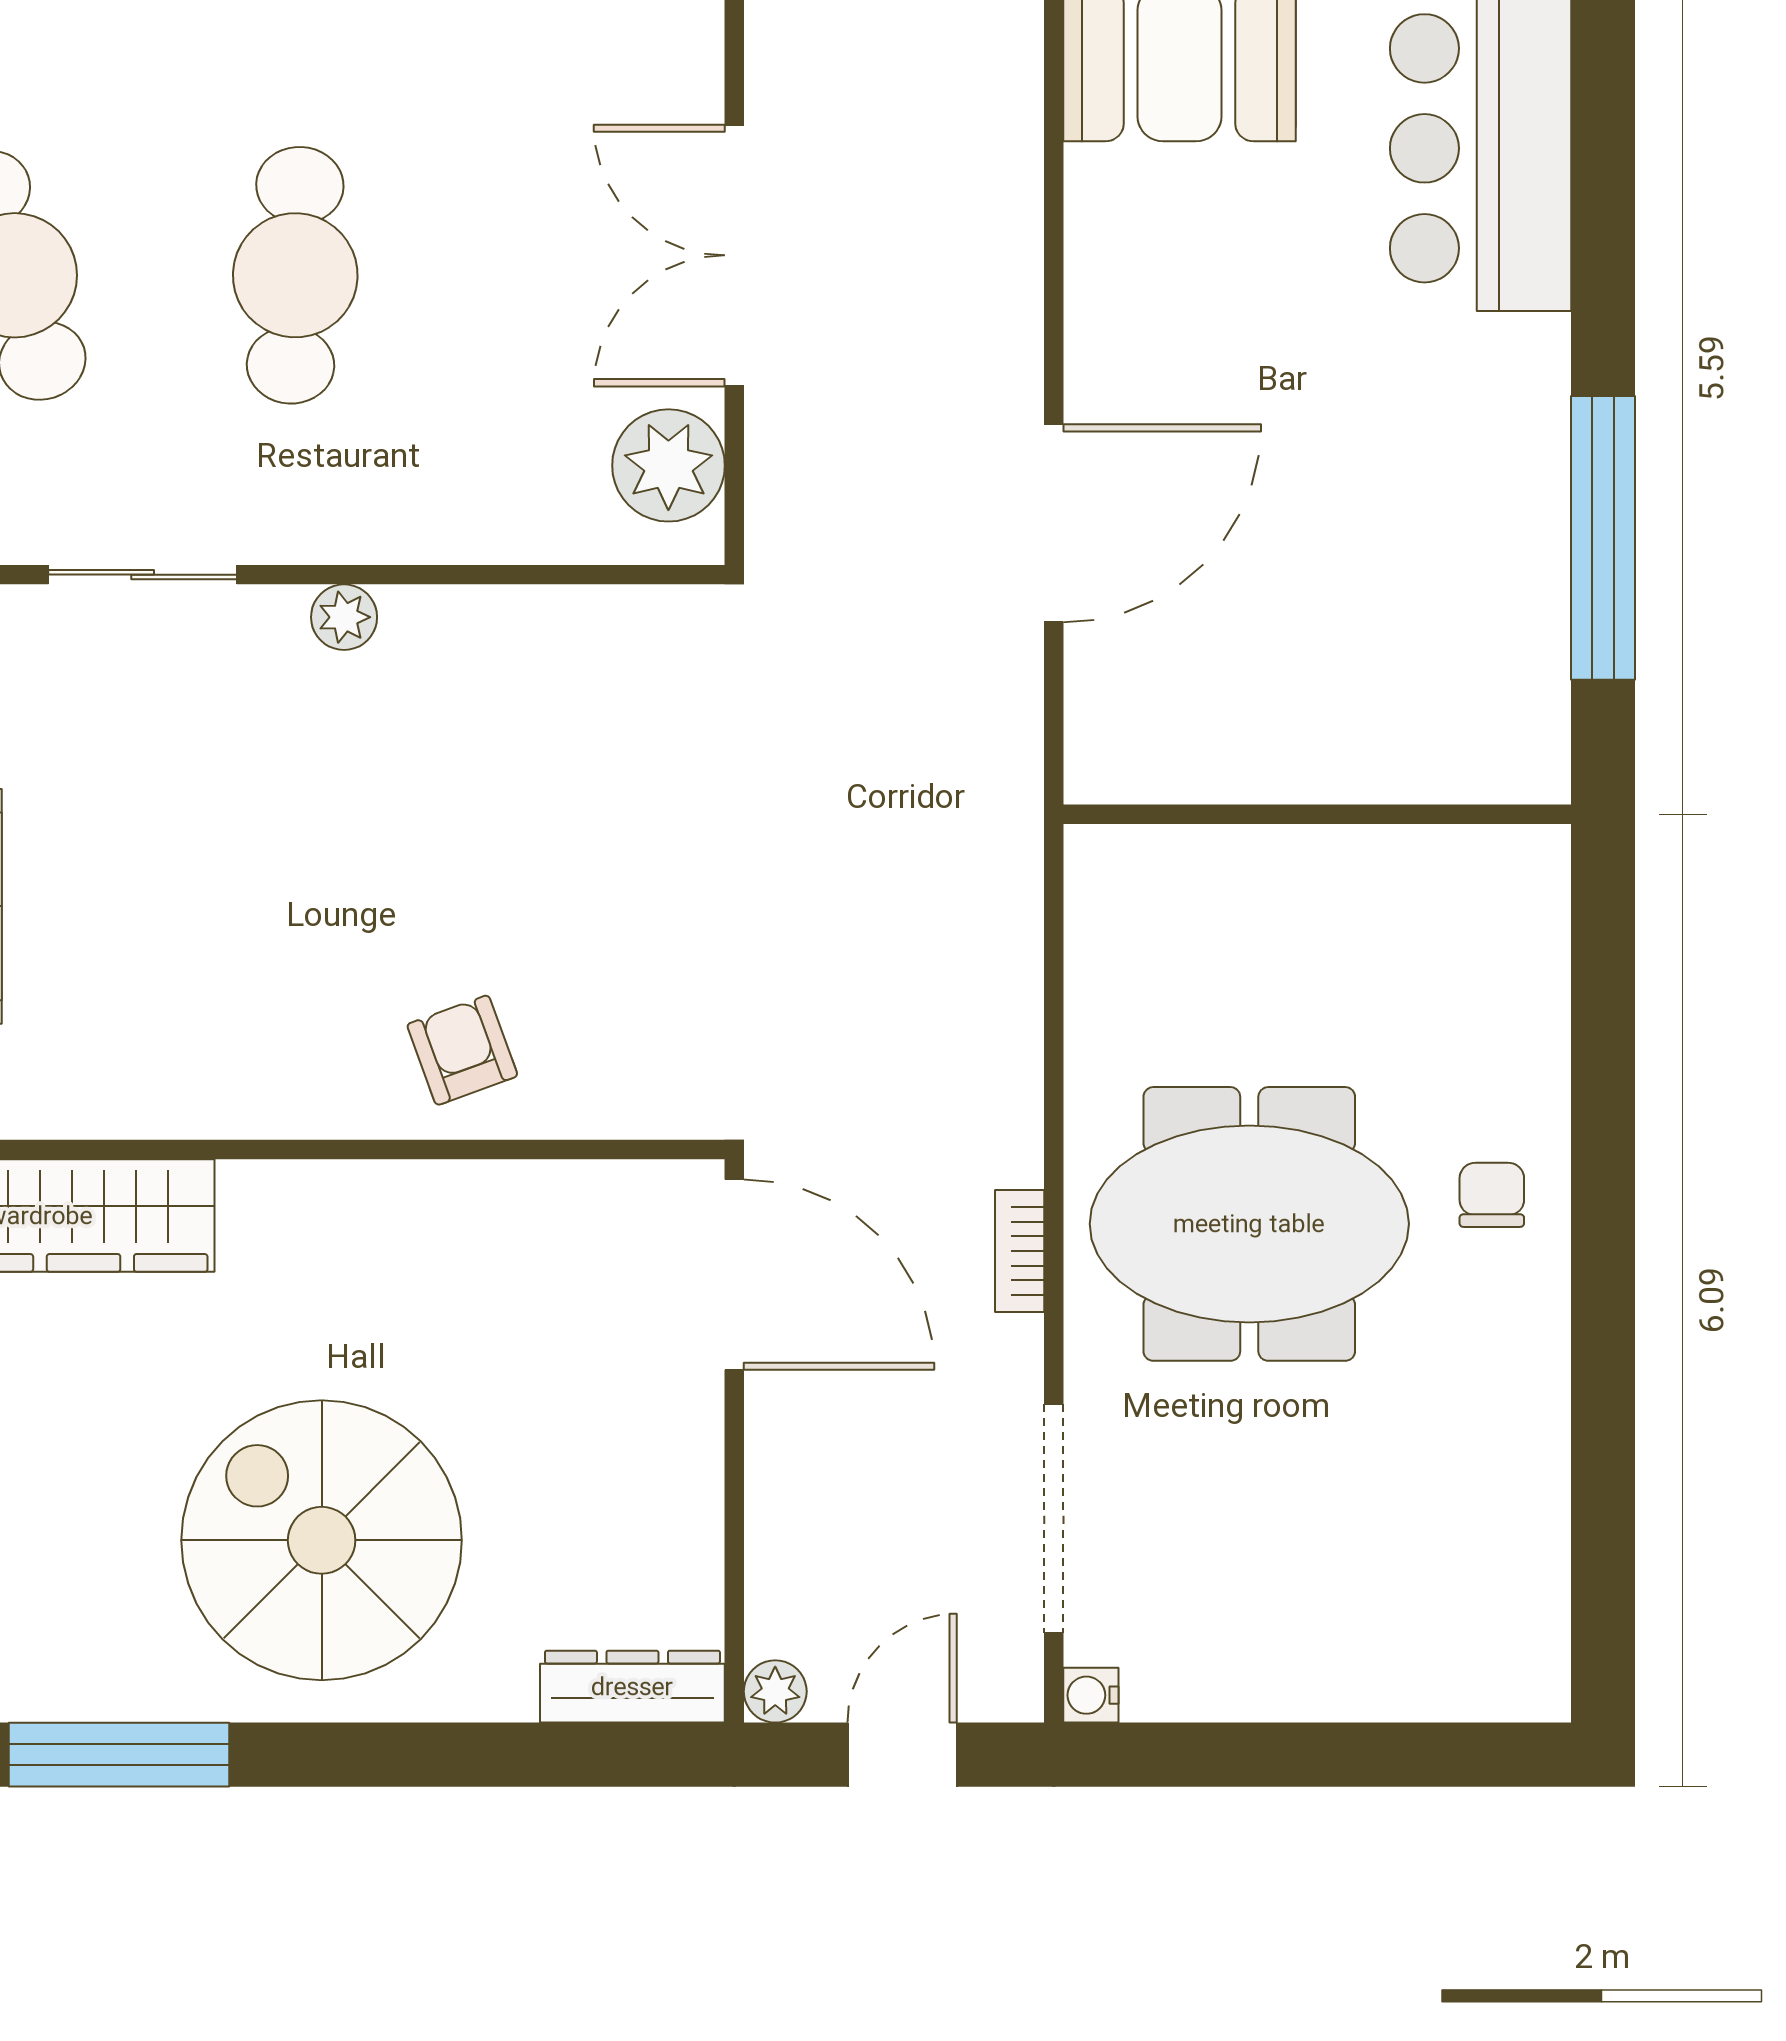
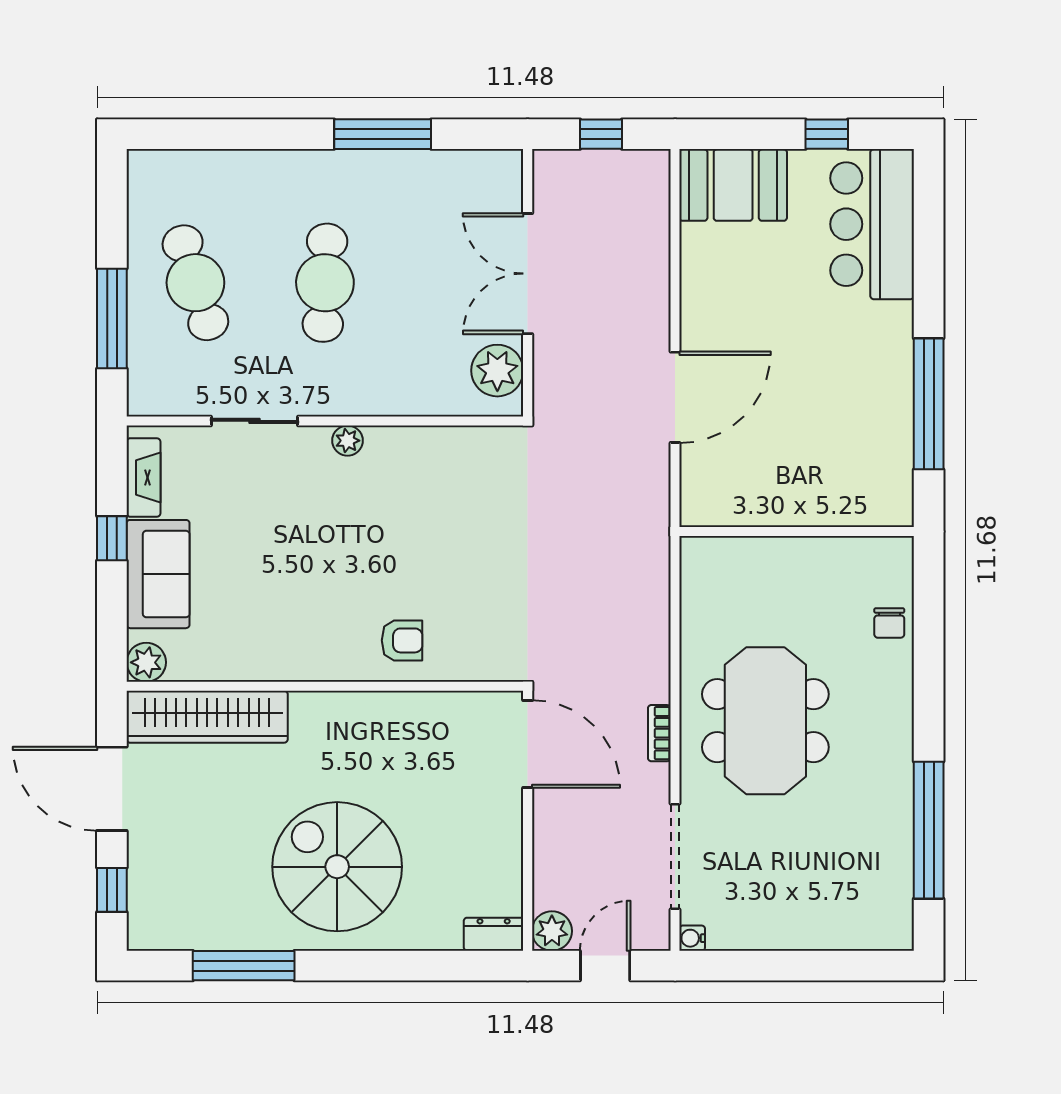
armchair: (462, 1050) -> (402, 640), turned 110
chair: (1492, 1195) -> (889, 623), moved, turned 180
meeting table: (1249, 1224) -> (765, 721), turned 90
window: (1603, 1461) -> (929, 830), added
dresser: (632, 1687) -> (494, 934), width x0.70
plant: (775, 1691) -> (552, 931), width x1.38, depth x1.38

